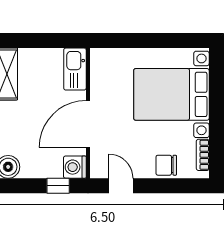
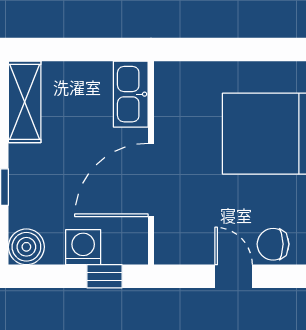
washing machine: (75, 167) -> (83, 247), moved, turned 90
door: (121, 186) -> (234, 276), moved

